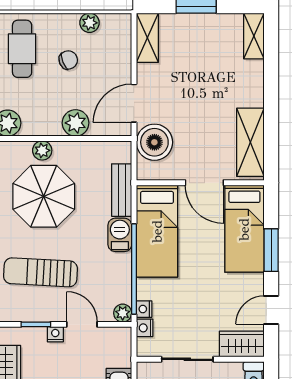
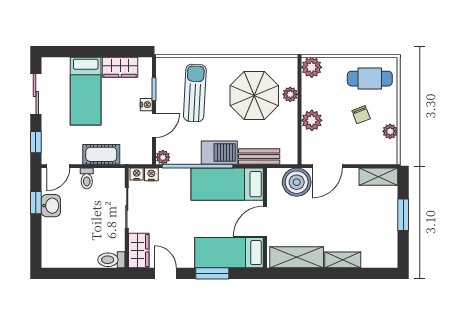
shelving: (254, 36) -> (343, 260), moved
door: (134, 103) -> (327, 166), swing flipped
barbecue: (120, 235) -> (219, 153), width x1.38, depth x1.27
nightstand: (144, 309) -> (137, 174), moved

